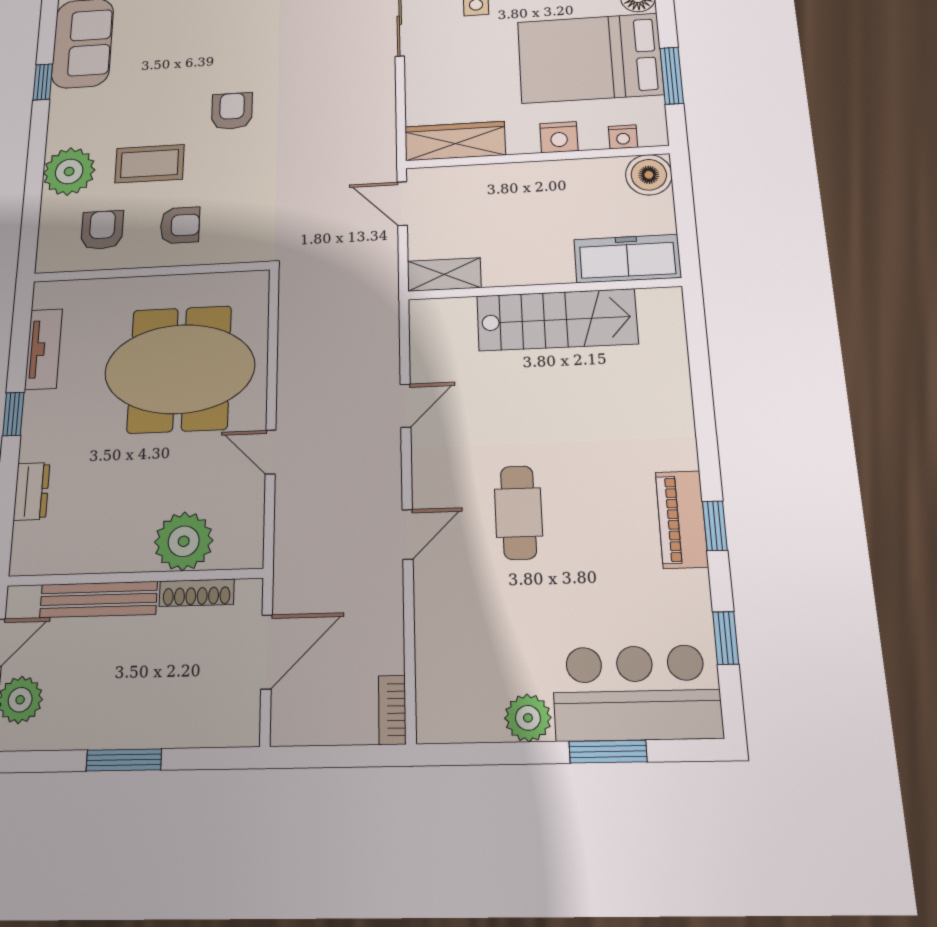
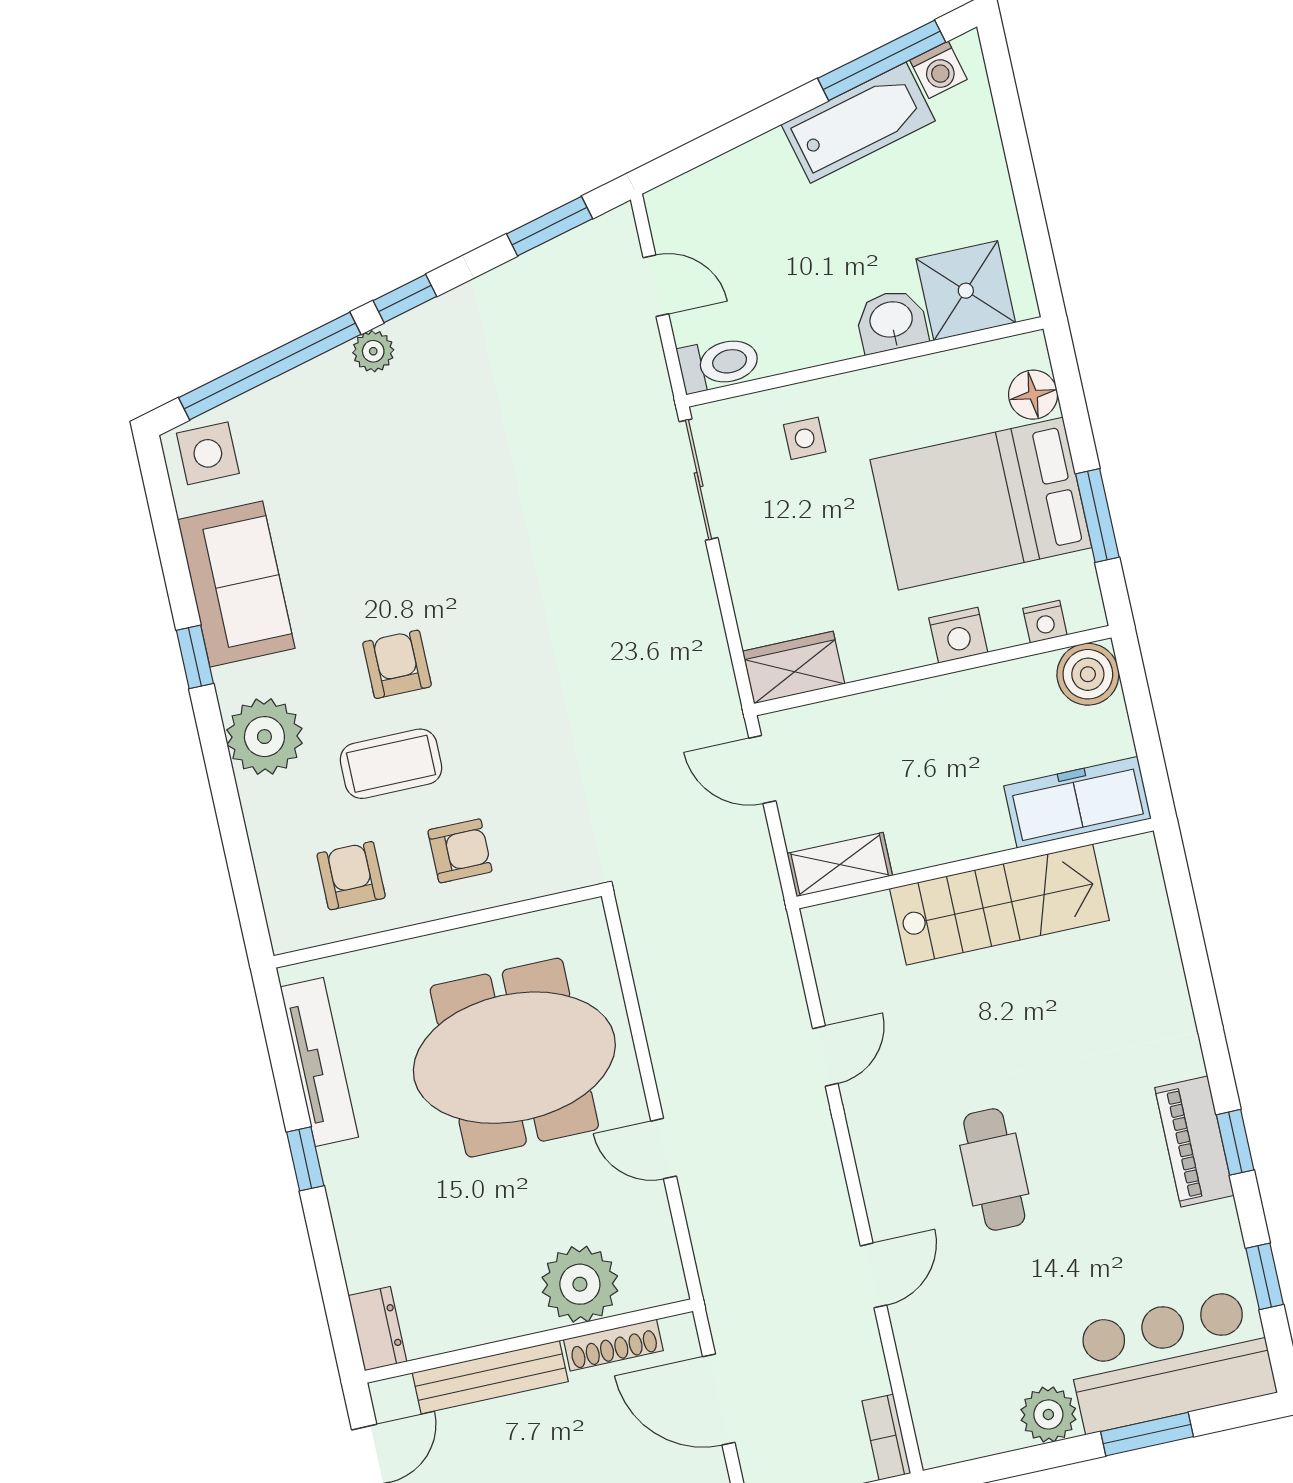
armchair: (232, 111) -> (397, 664), moved
wardrobe: (455, 141) -> (794, 667), width x0.67
plant: (69, 171) -> (264, 737), moved
tv unit: (44, 349) -> (319, 1062), width x1.41
dresser: (32, 491) -> (377, 1329), moved
door: (408, 534) -> (874, 1275), moved
door: (267, 652) -> (719, 1399), swing flipped

